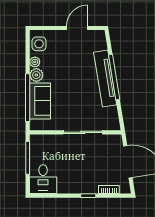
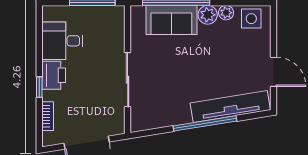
tv unit: (105, 78) -> (230, 107), moved
desk: (43, 179) -> (62, 41), moved
printer: (80, 185) -> (54, 75), added

